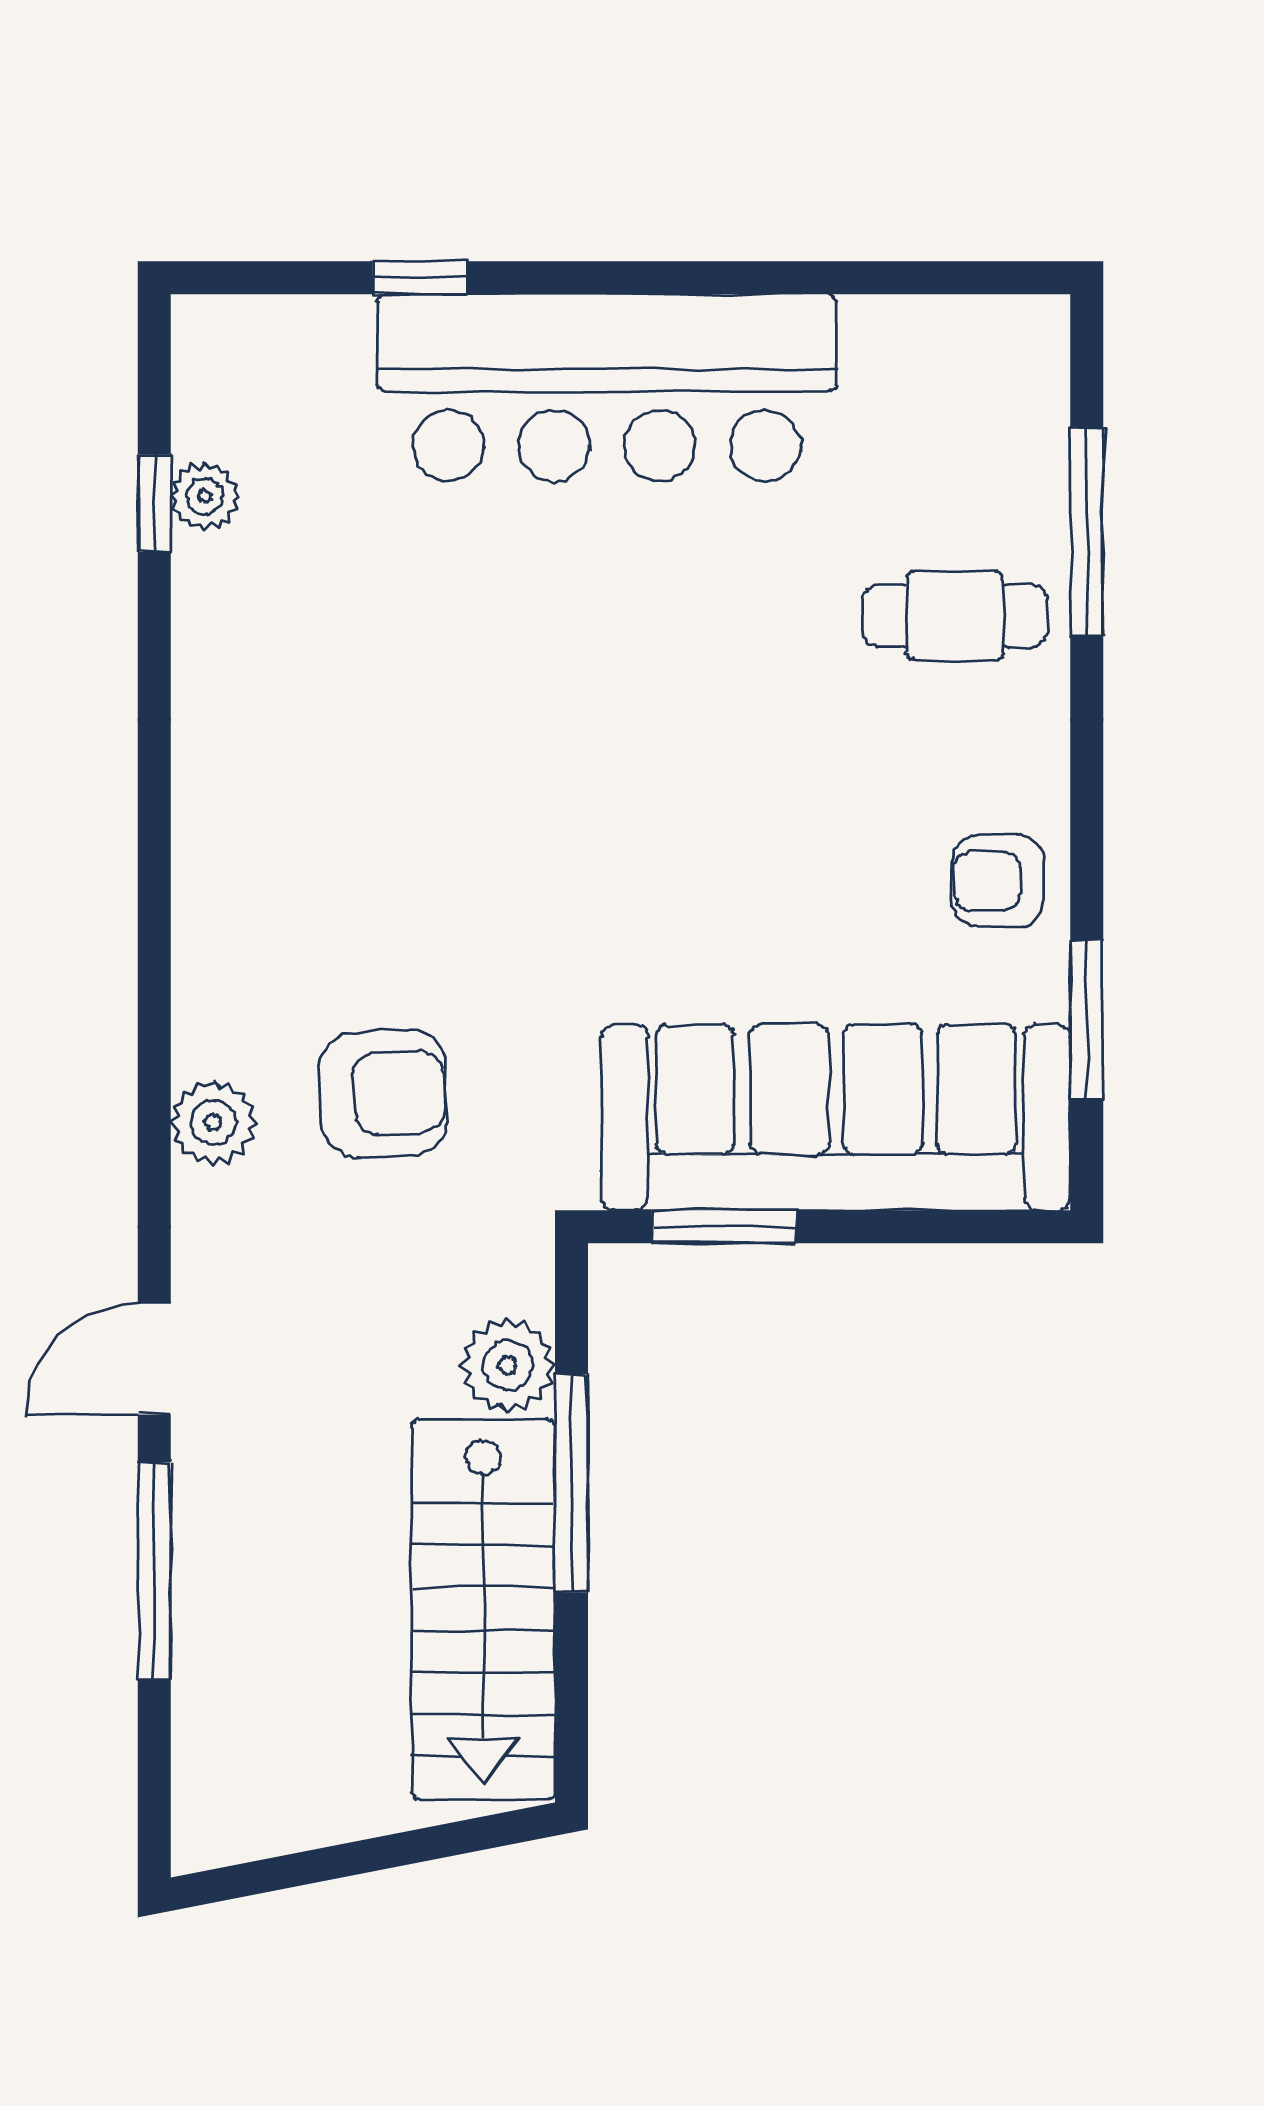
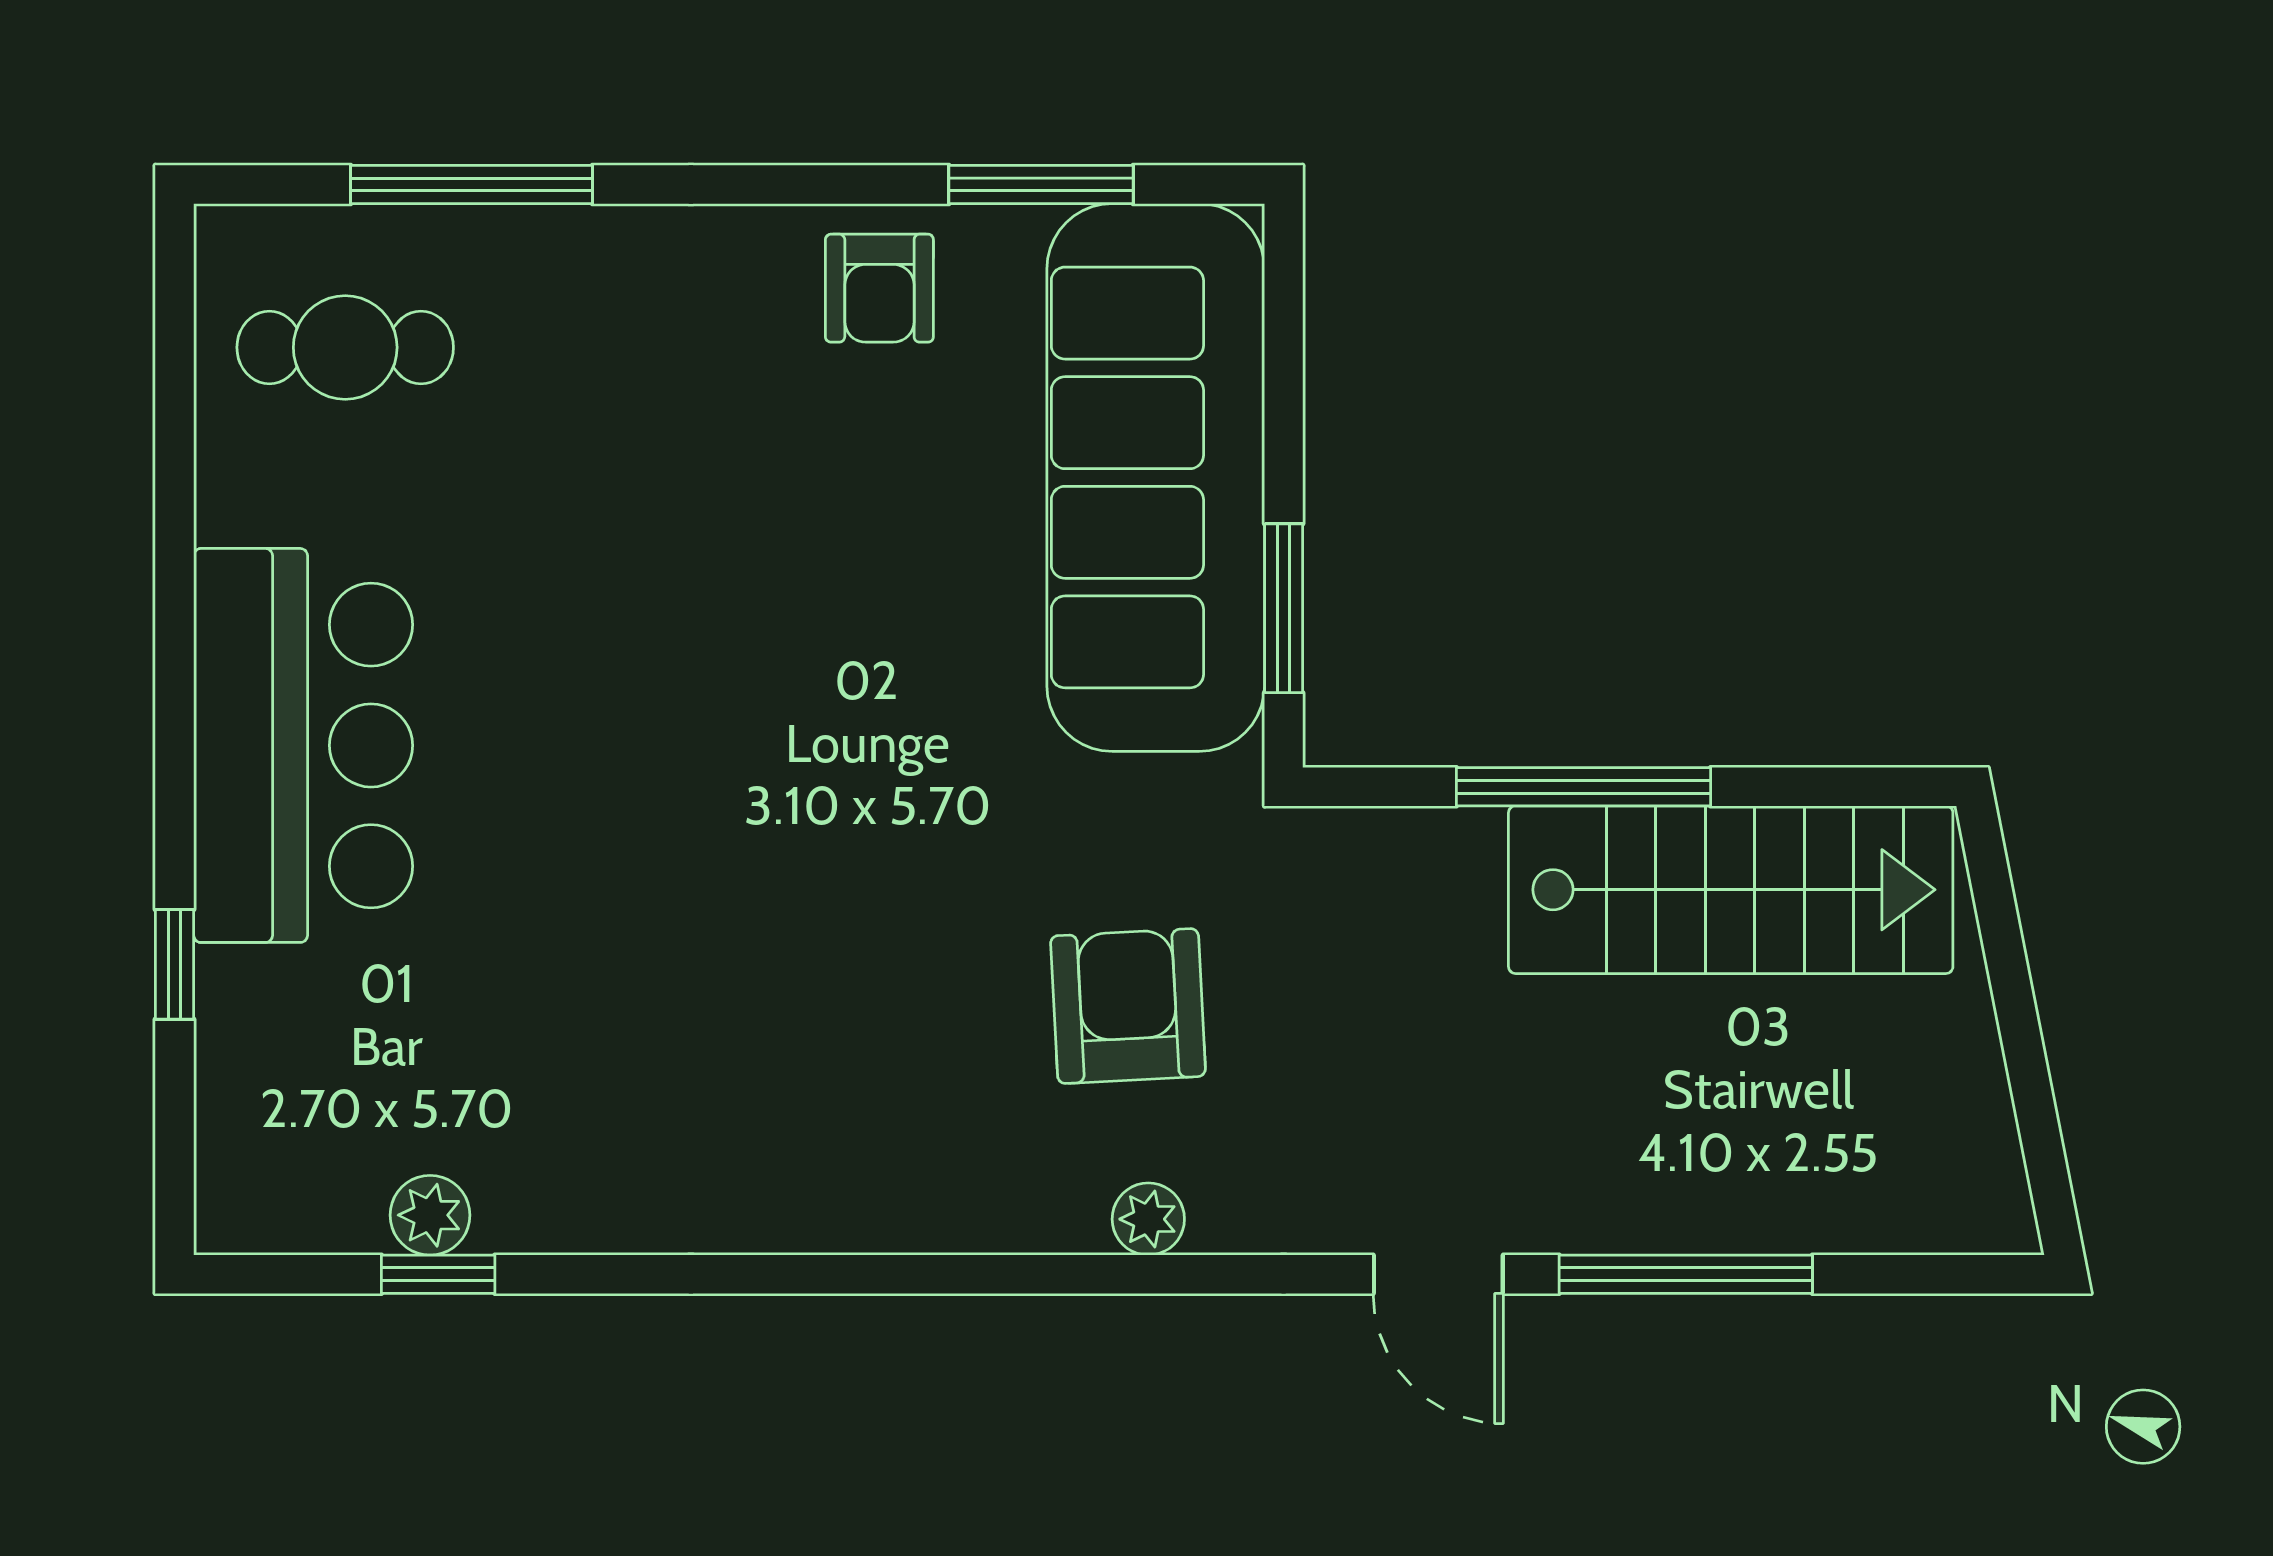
bar counter: (607, 388) -> (303, 745), width x0.73
cafe table: (955, 616) -> (345, 347), moved, turned 90
plant: (213, 1123) -> (1148, 1219), width x0.73, depth x0.73
plant: (508, 1365) -> (1446, 861), removed

